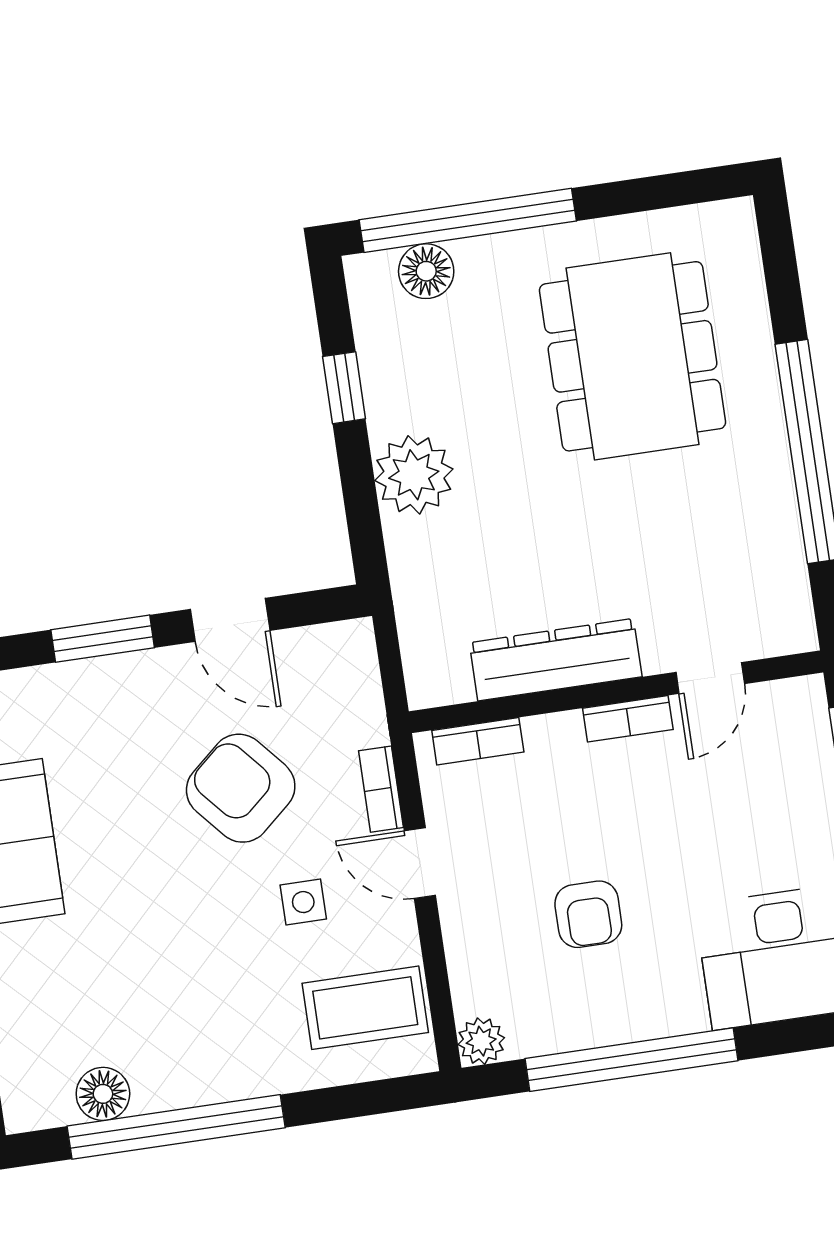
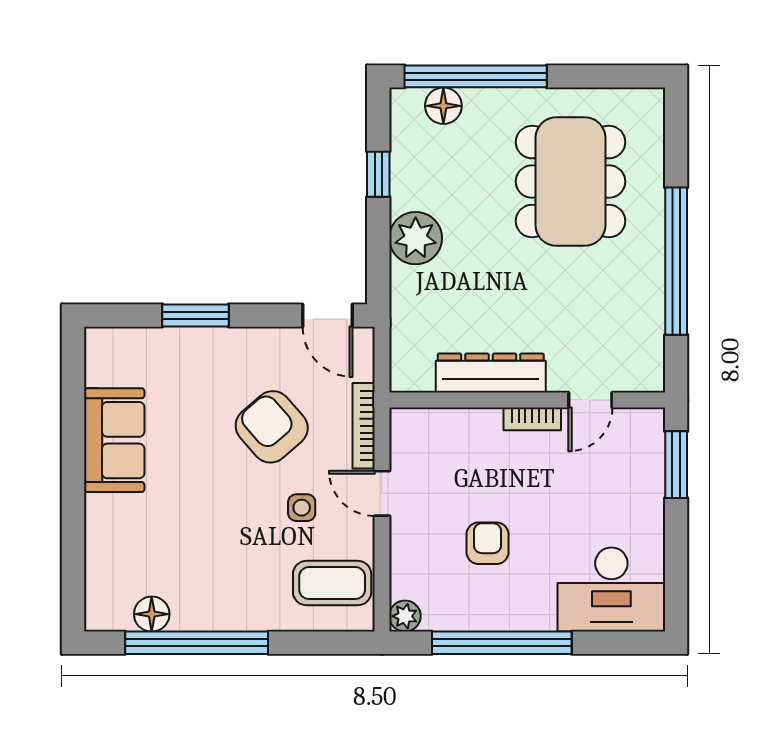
door: (230, 620) -> (328, 315), moved
bookcase: (478, 741) -> (432, 419), removed
bookcase: (381, 789) -> (364, 426), width x1.56
armchair: (588, 914) -> (487, 543), turned 180

